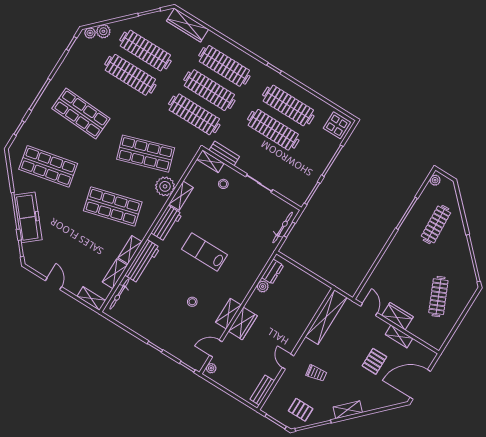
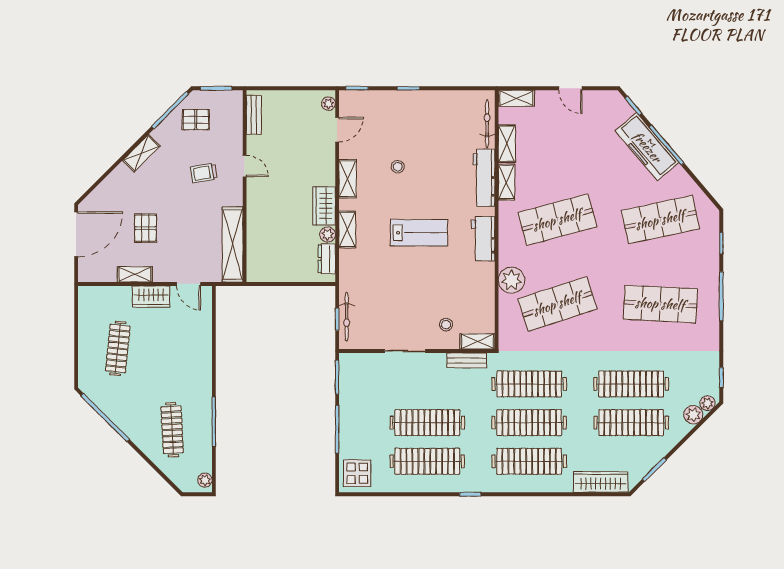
shelving: (181, 196) -> (347, 229), moved
clothes rail: (438, 297) -> (118, 348), turned 30
wardrobe: (243, 323) -> (324, 206), moved

